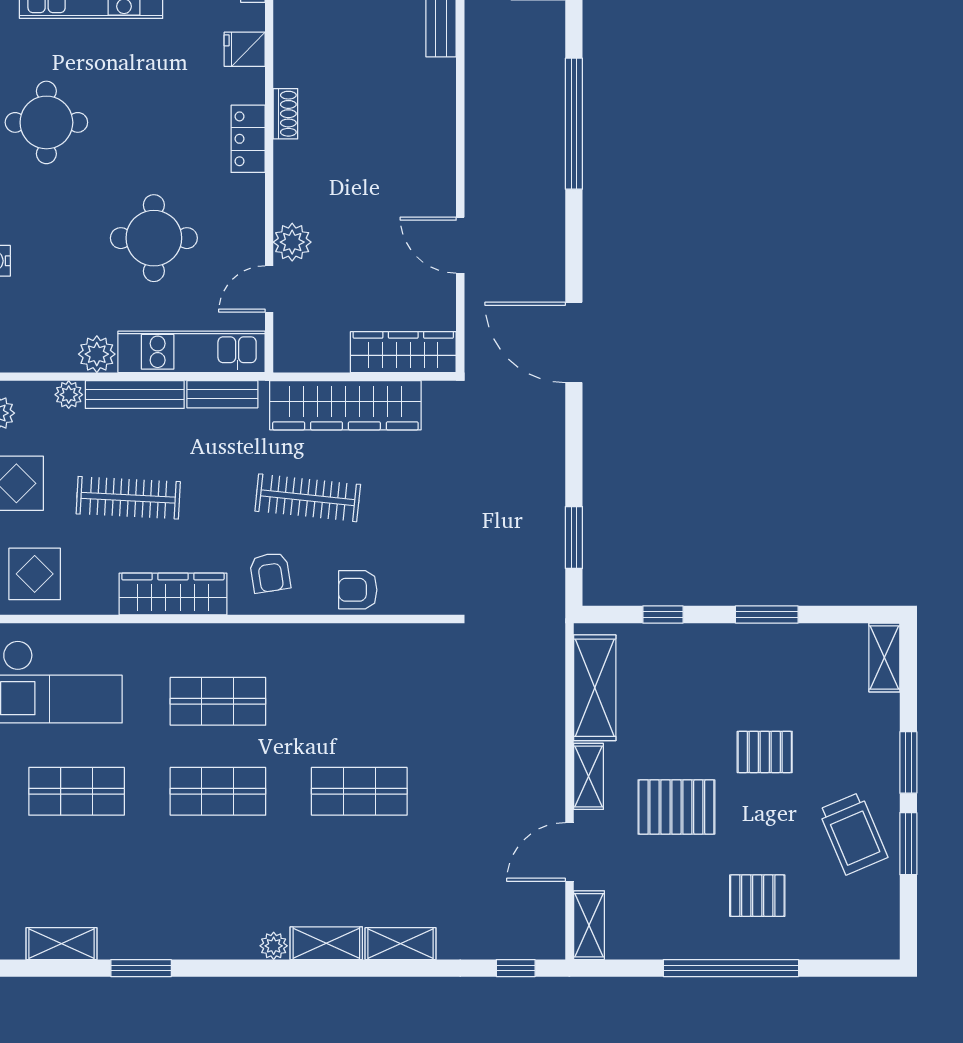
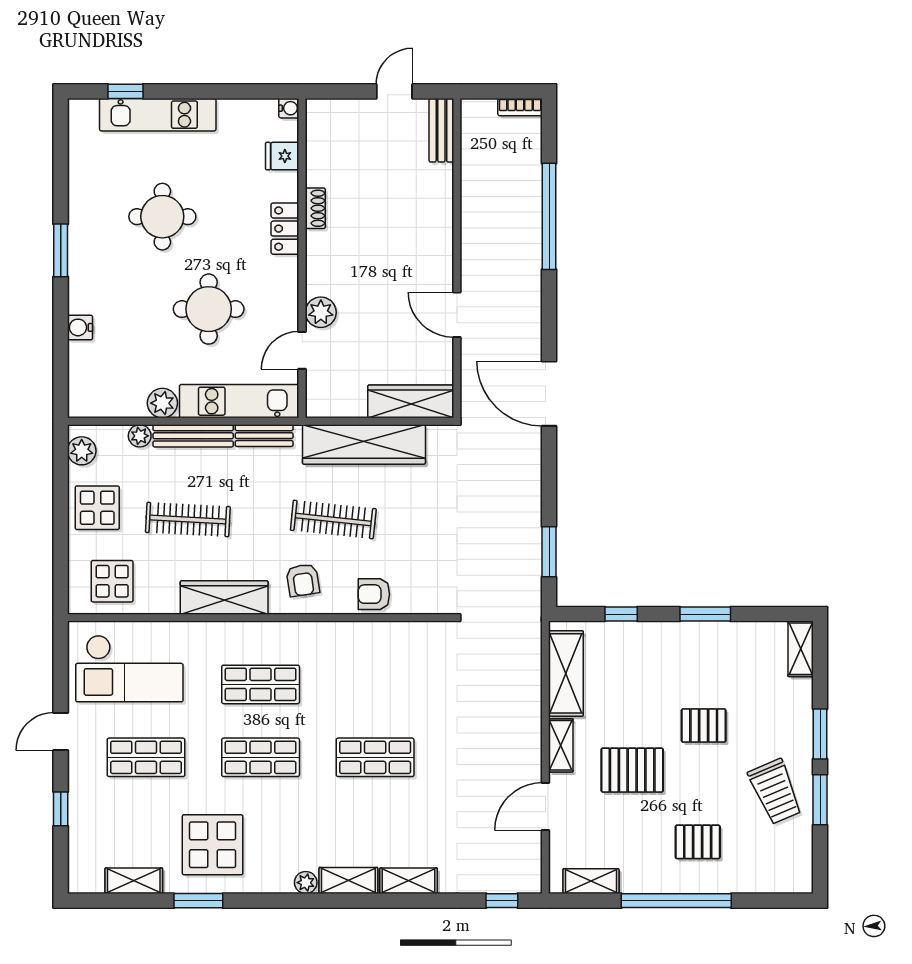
round table: (46, 122) -> (162, 217), moved
display table: (159, 899) -> (213, 845), added
shelving: (589, 925) -> (591, 881), moved, turned 90

